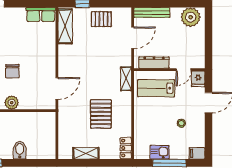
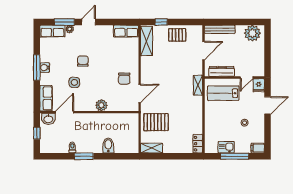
chair: (12, 71) -> (124, 79), moved
pallet: (101, 114) -> (156, 122), moved, turned 90
shelving: (86, 153) -> (152, 148), moved

